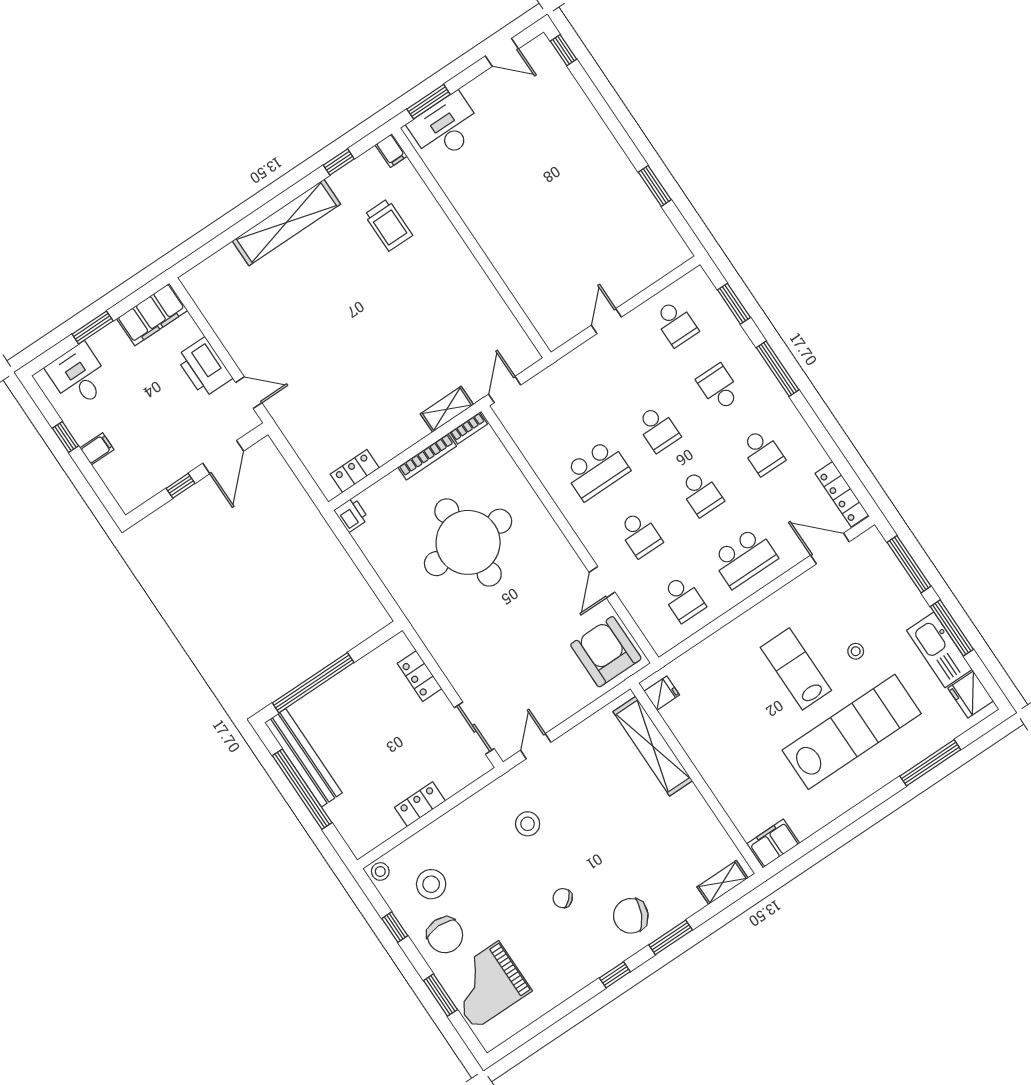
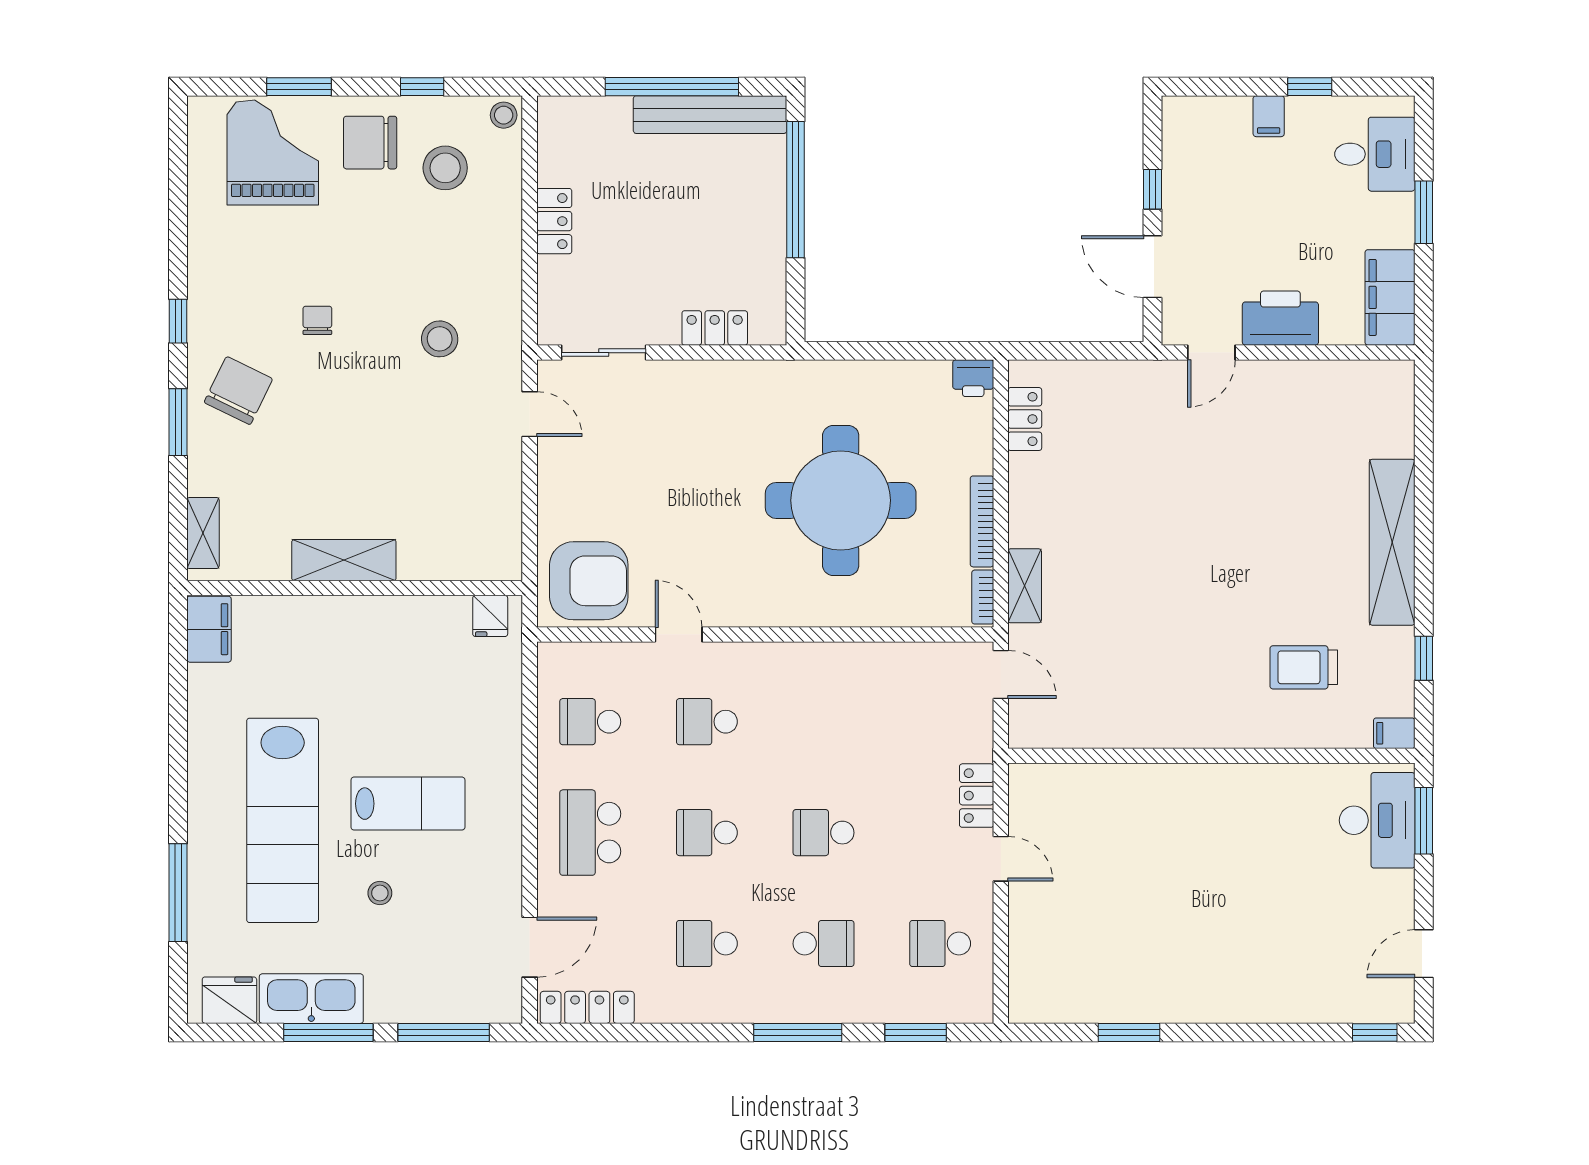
locker: (581, 358) -> (977, 796), added
school desk: (596, 470) -> (823, 722), removed
shelving: (653, 746) -> (344, 560), moved, width x0.68
chair: (563, 898) -> (317, 320), turned -47

